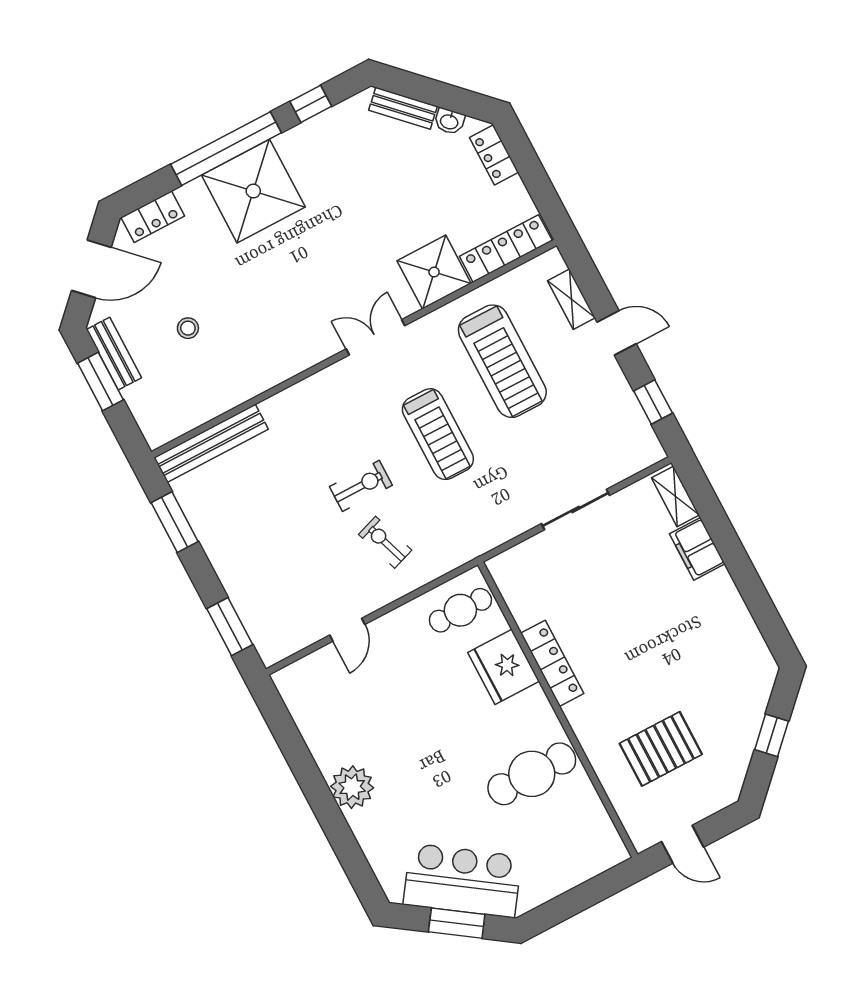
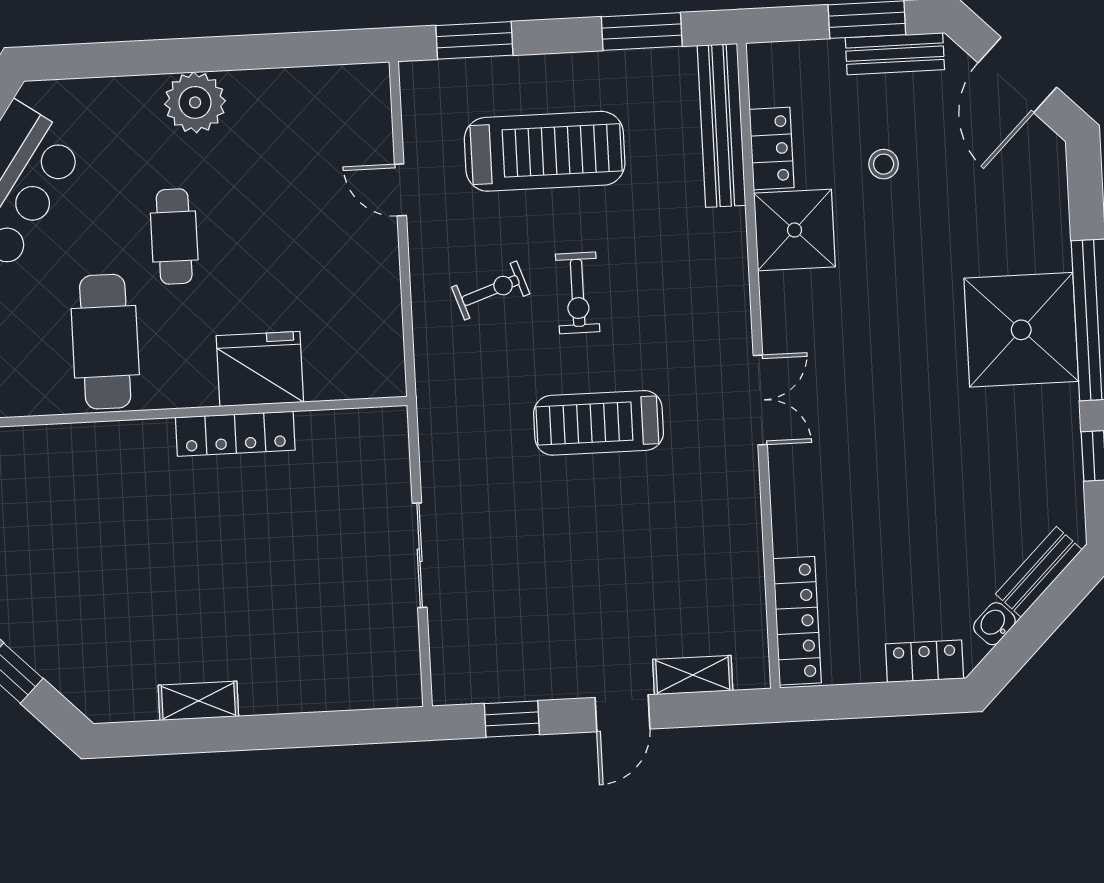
locker: (153, 217) -> (772, 148), moved, turned 180
shower: (434, 272) -> (795, 230), moved
treadmill: (502, 361) -> (545, 151), moved, turned 180
shelving: (675, 496) -> (198, 701), moved
filing cabinet: (697, 549) -> (297, 689), removed
cafe table: (460, 610) -> (174, 237), moved
pallet: (661, 749) -> (61, 523), removed

